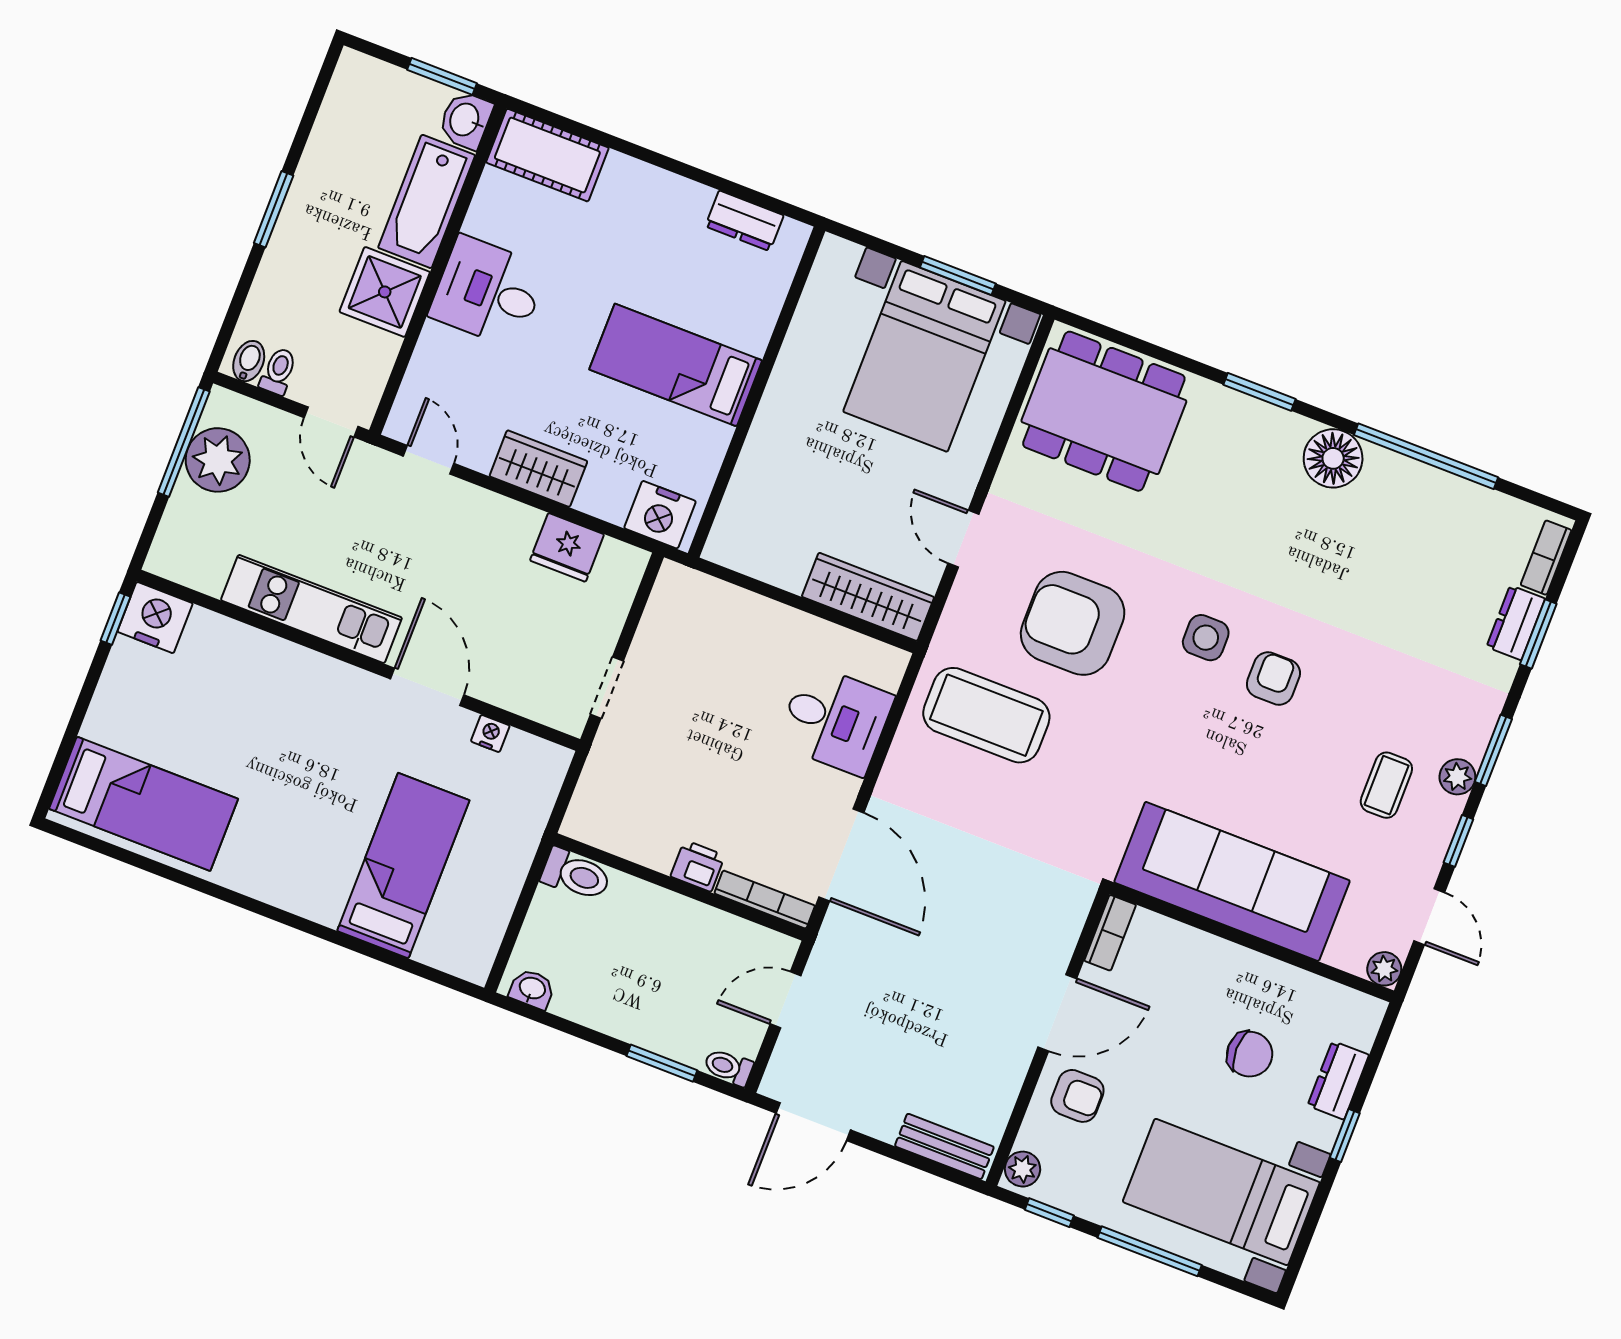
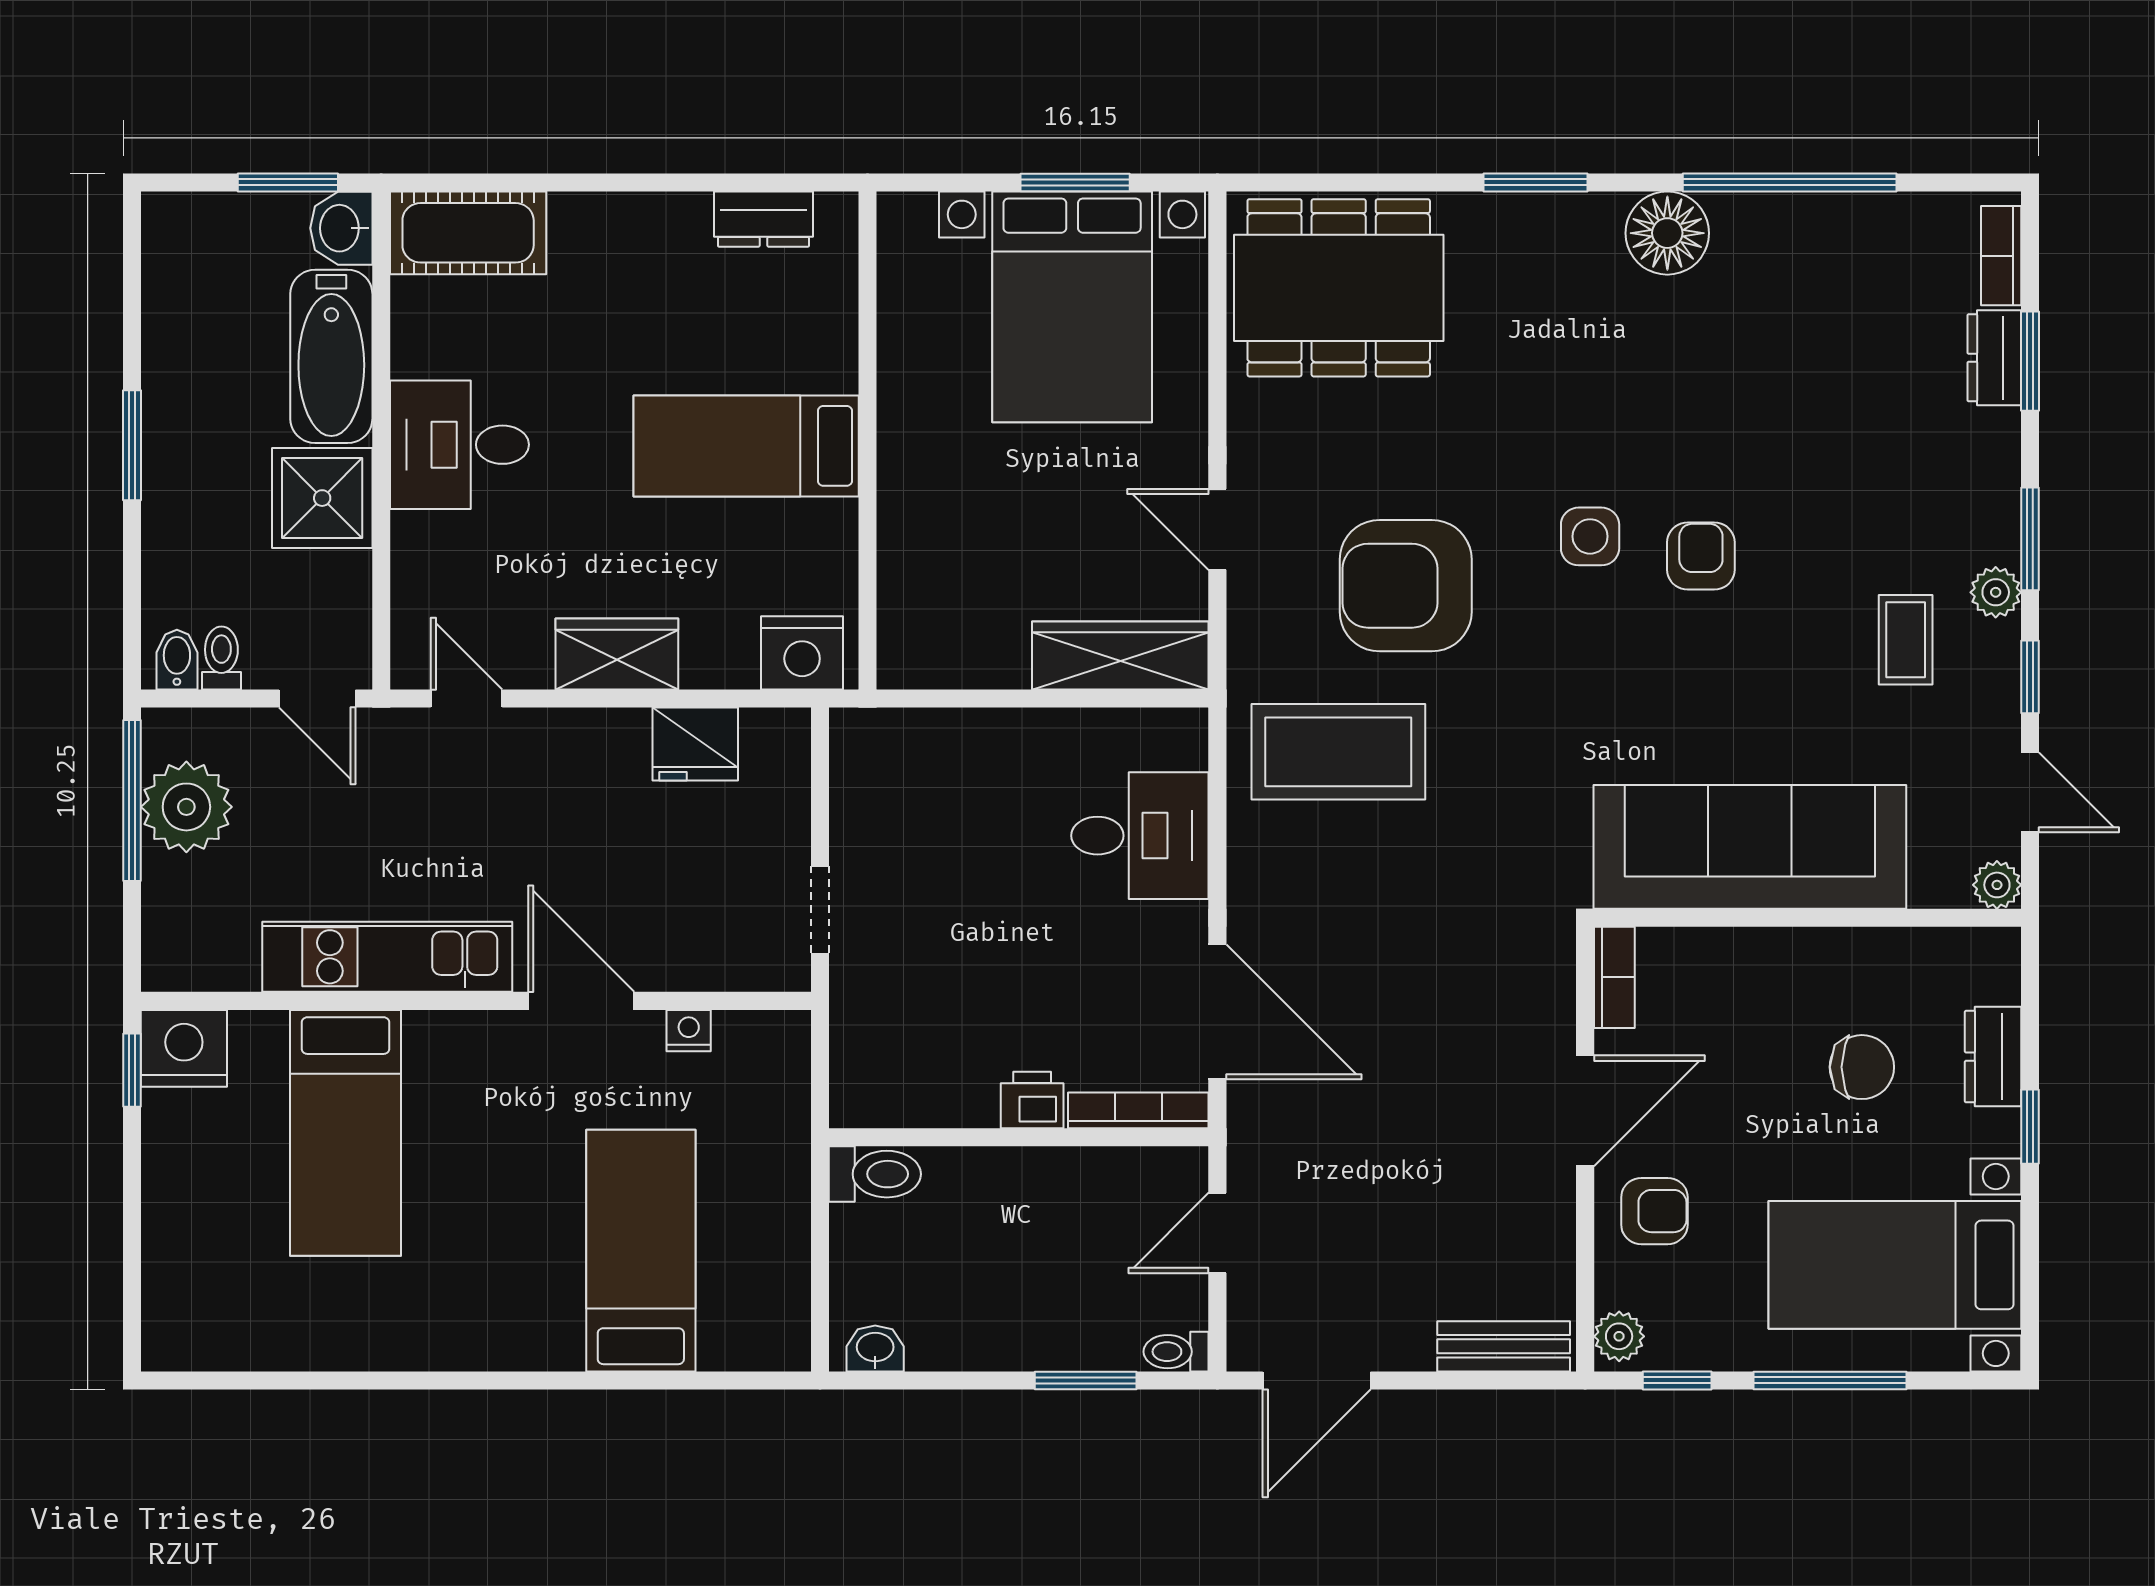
bed: (143, 804) -> (345, 1133), moved, turned 90

